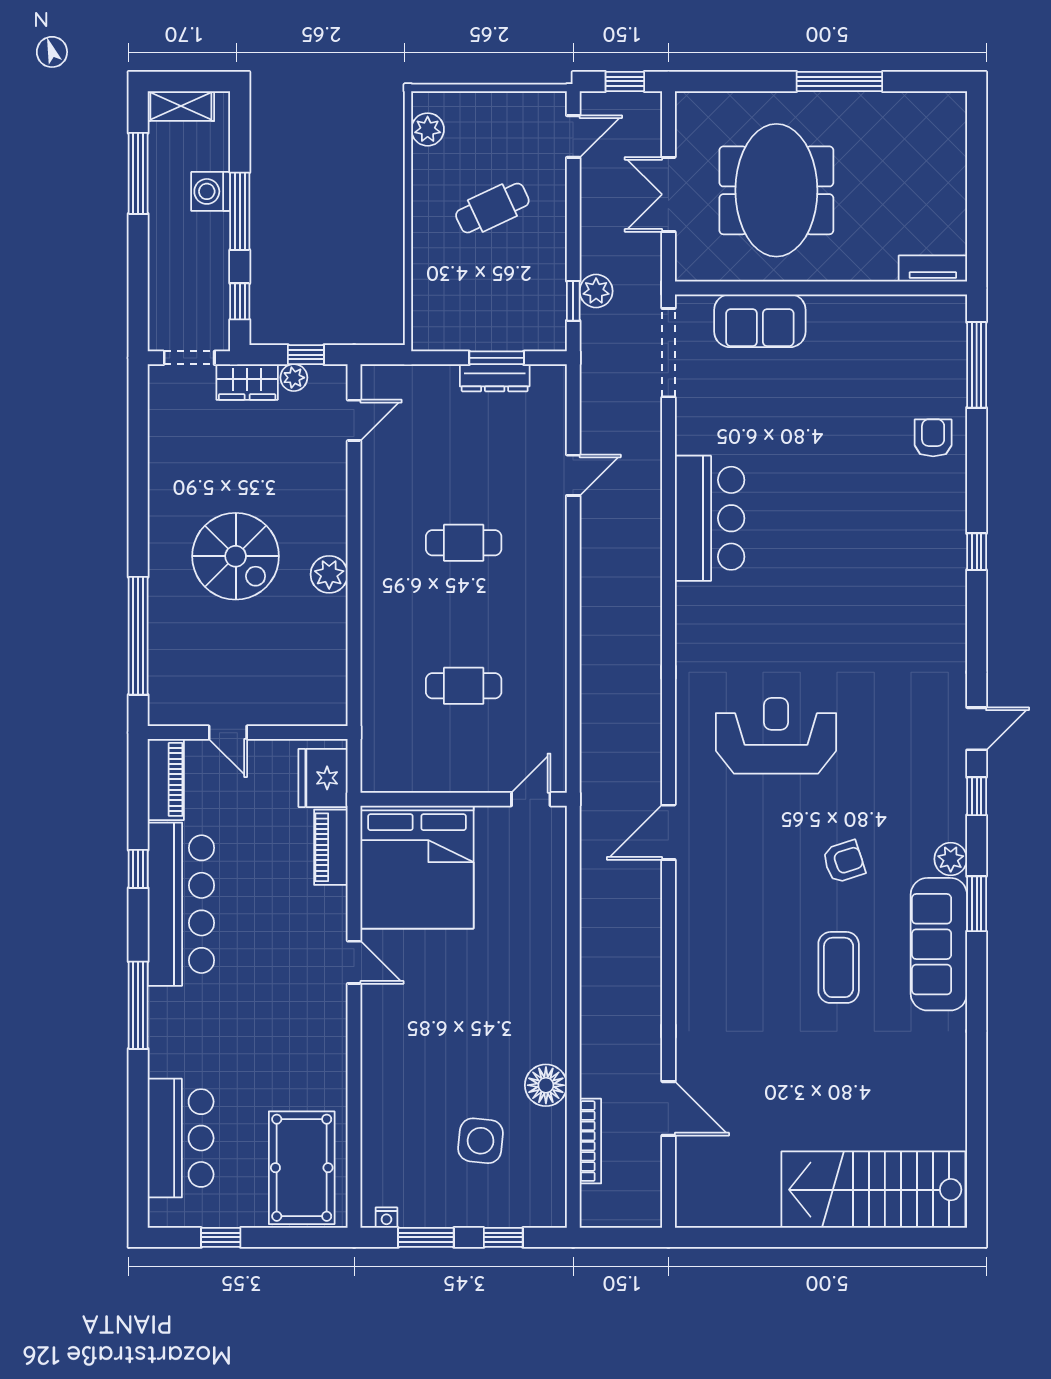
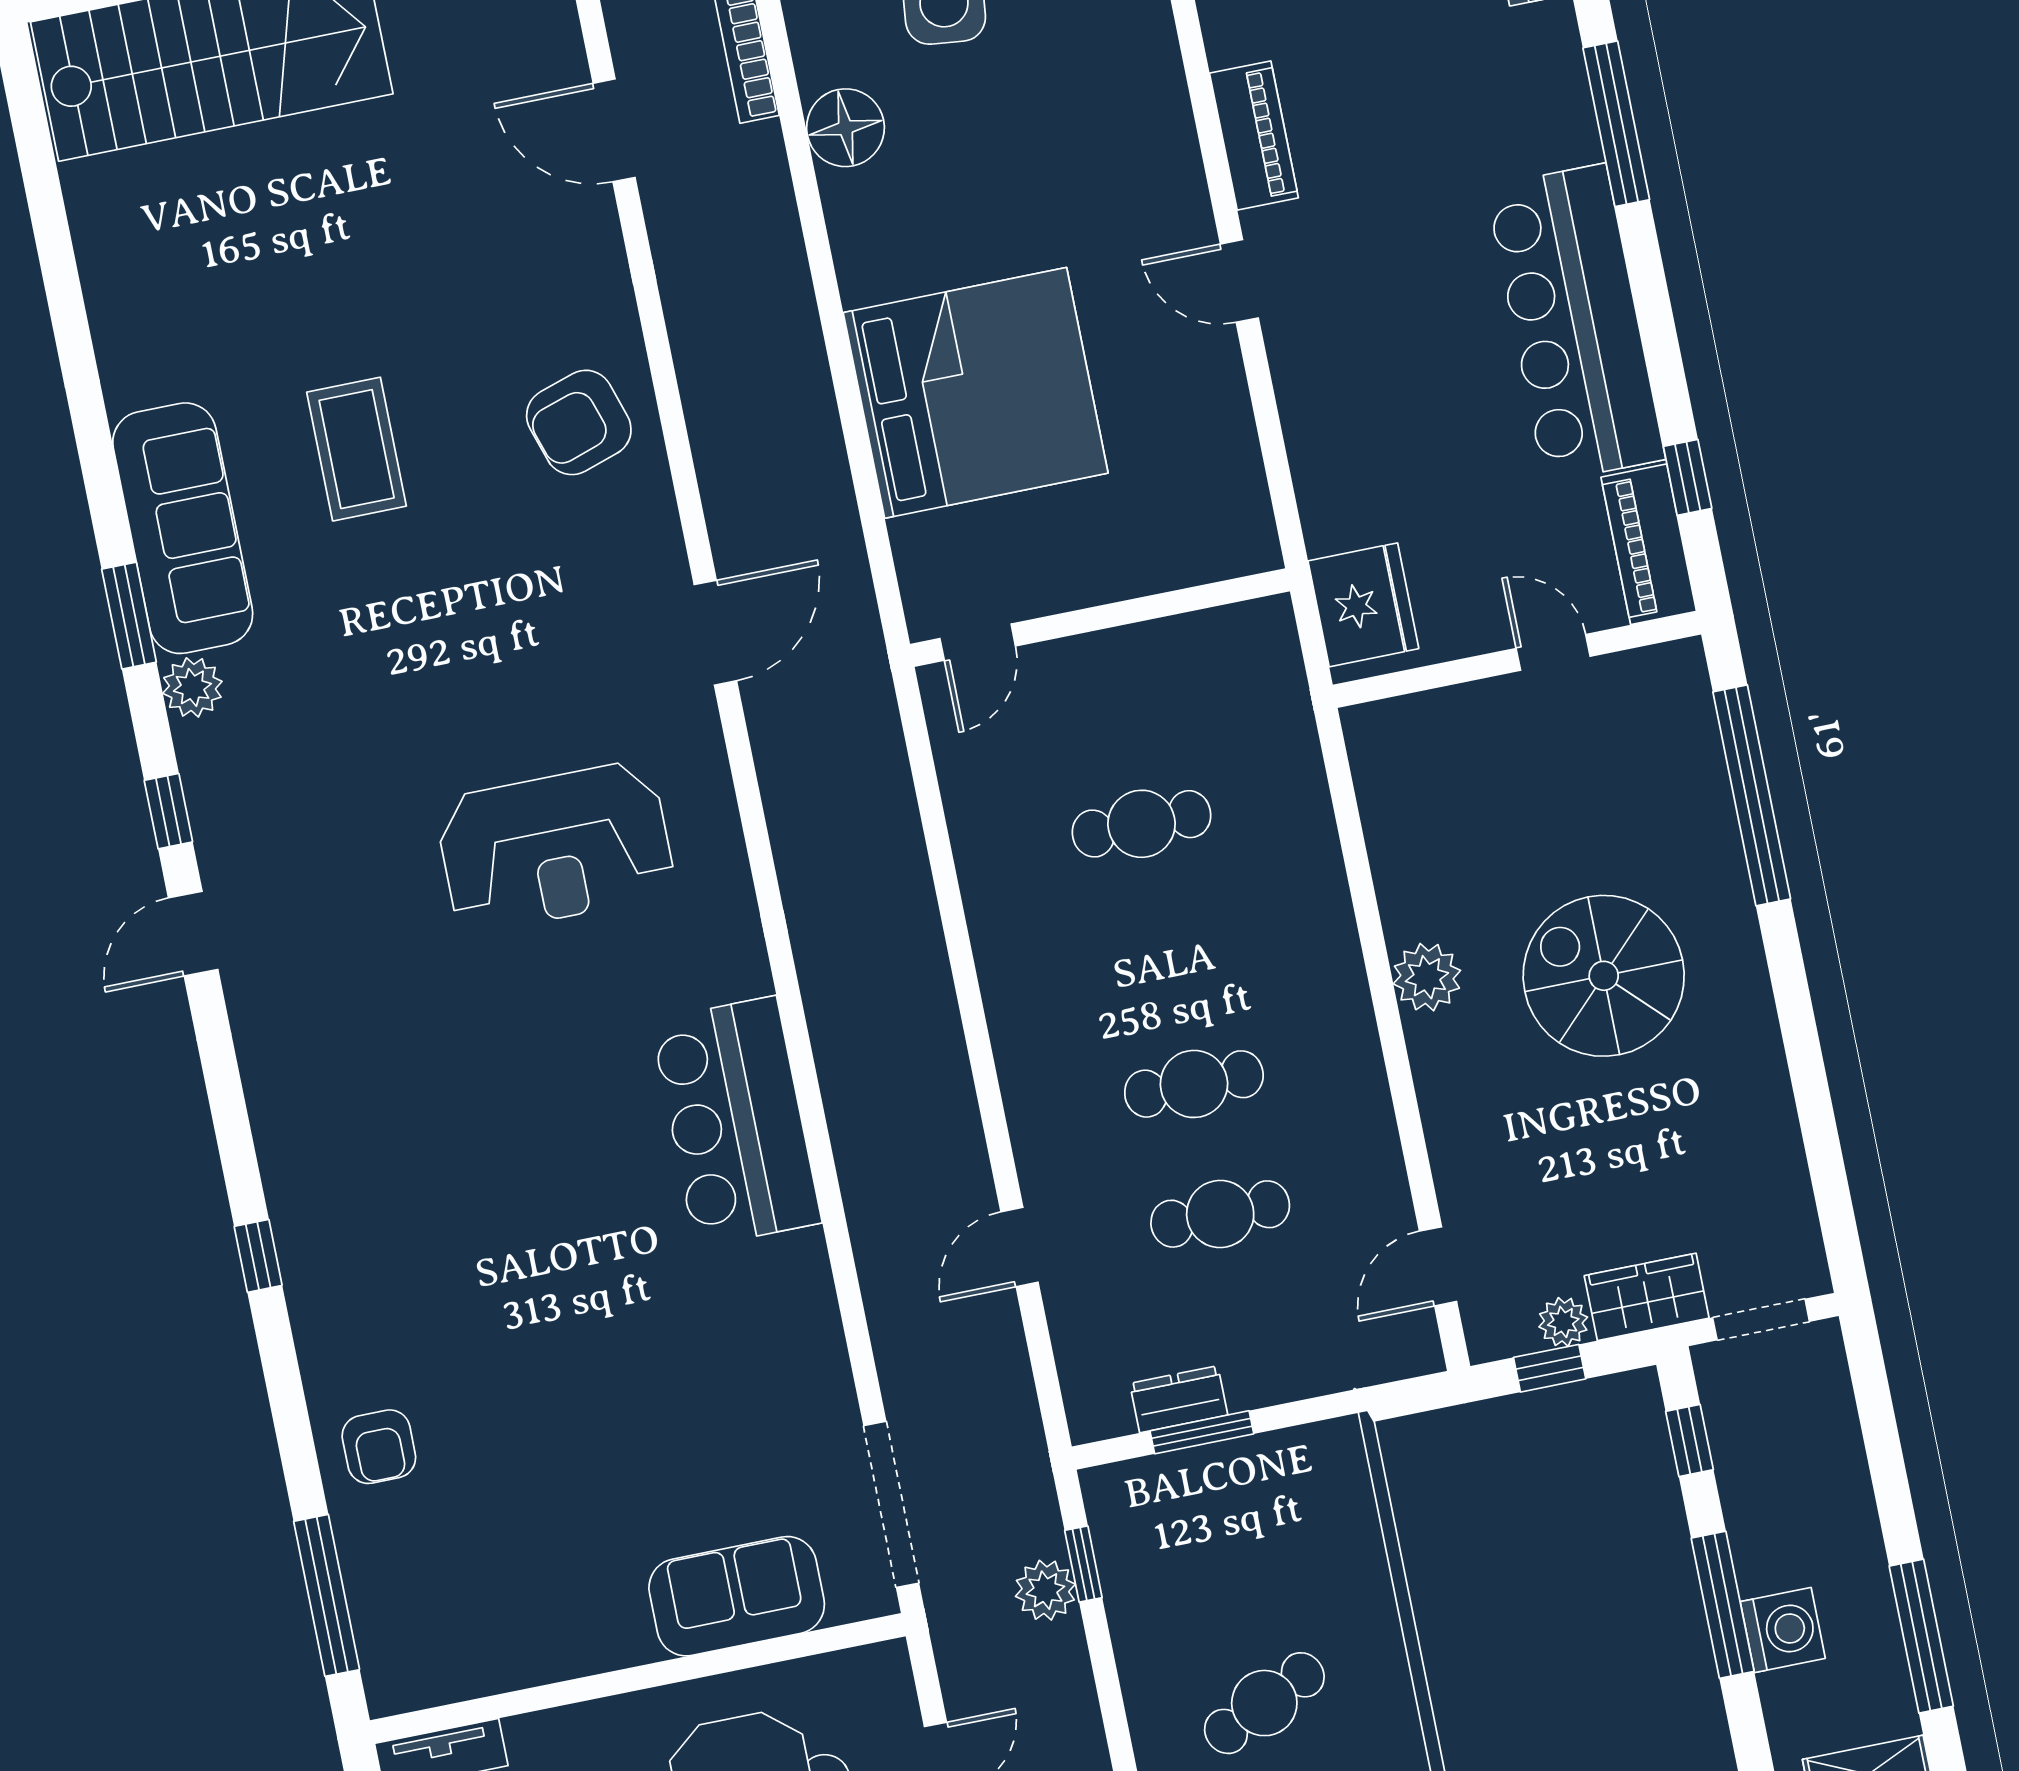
dresser: (495, 378) -> (1179, 1399), width x0.70
cafe table: (464, 471) -> (1220, 1214), added
bar counter: (710, 518) -> (736, 1122), moved
piano: (331, 847) -> (1254, 136), moved
armchair: (844, 862) -> (579, 422), moved, width x1.38, depth x1.38
bed: (417, 867) -> (976, 393), moved, turned 90
window: (138, 869) -> (1688, 477), moved

